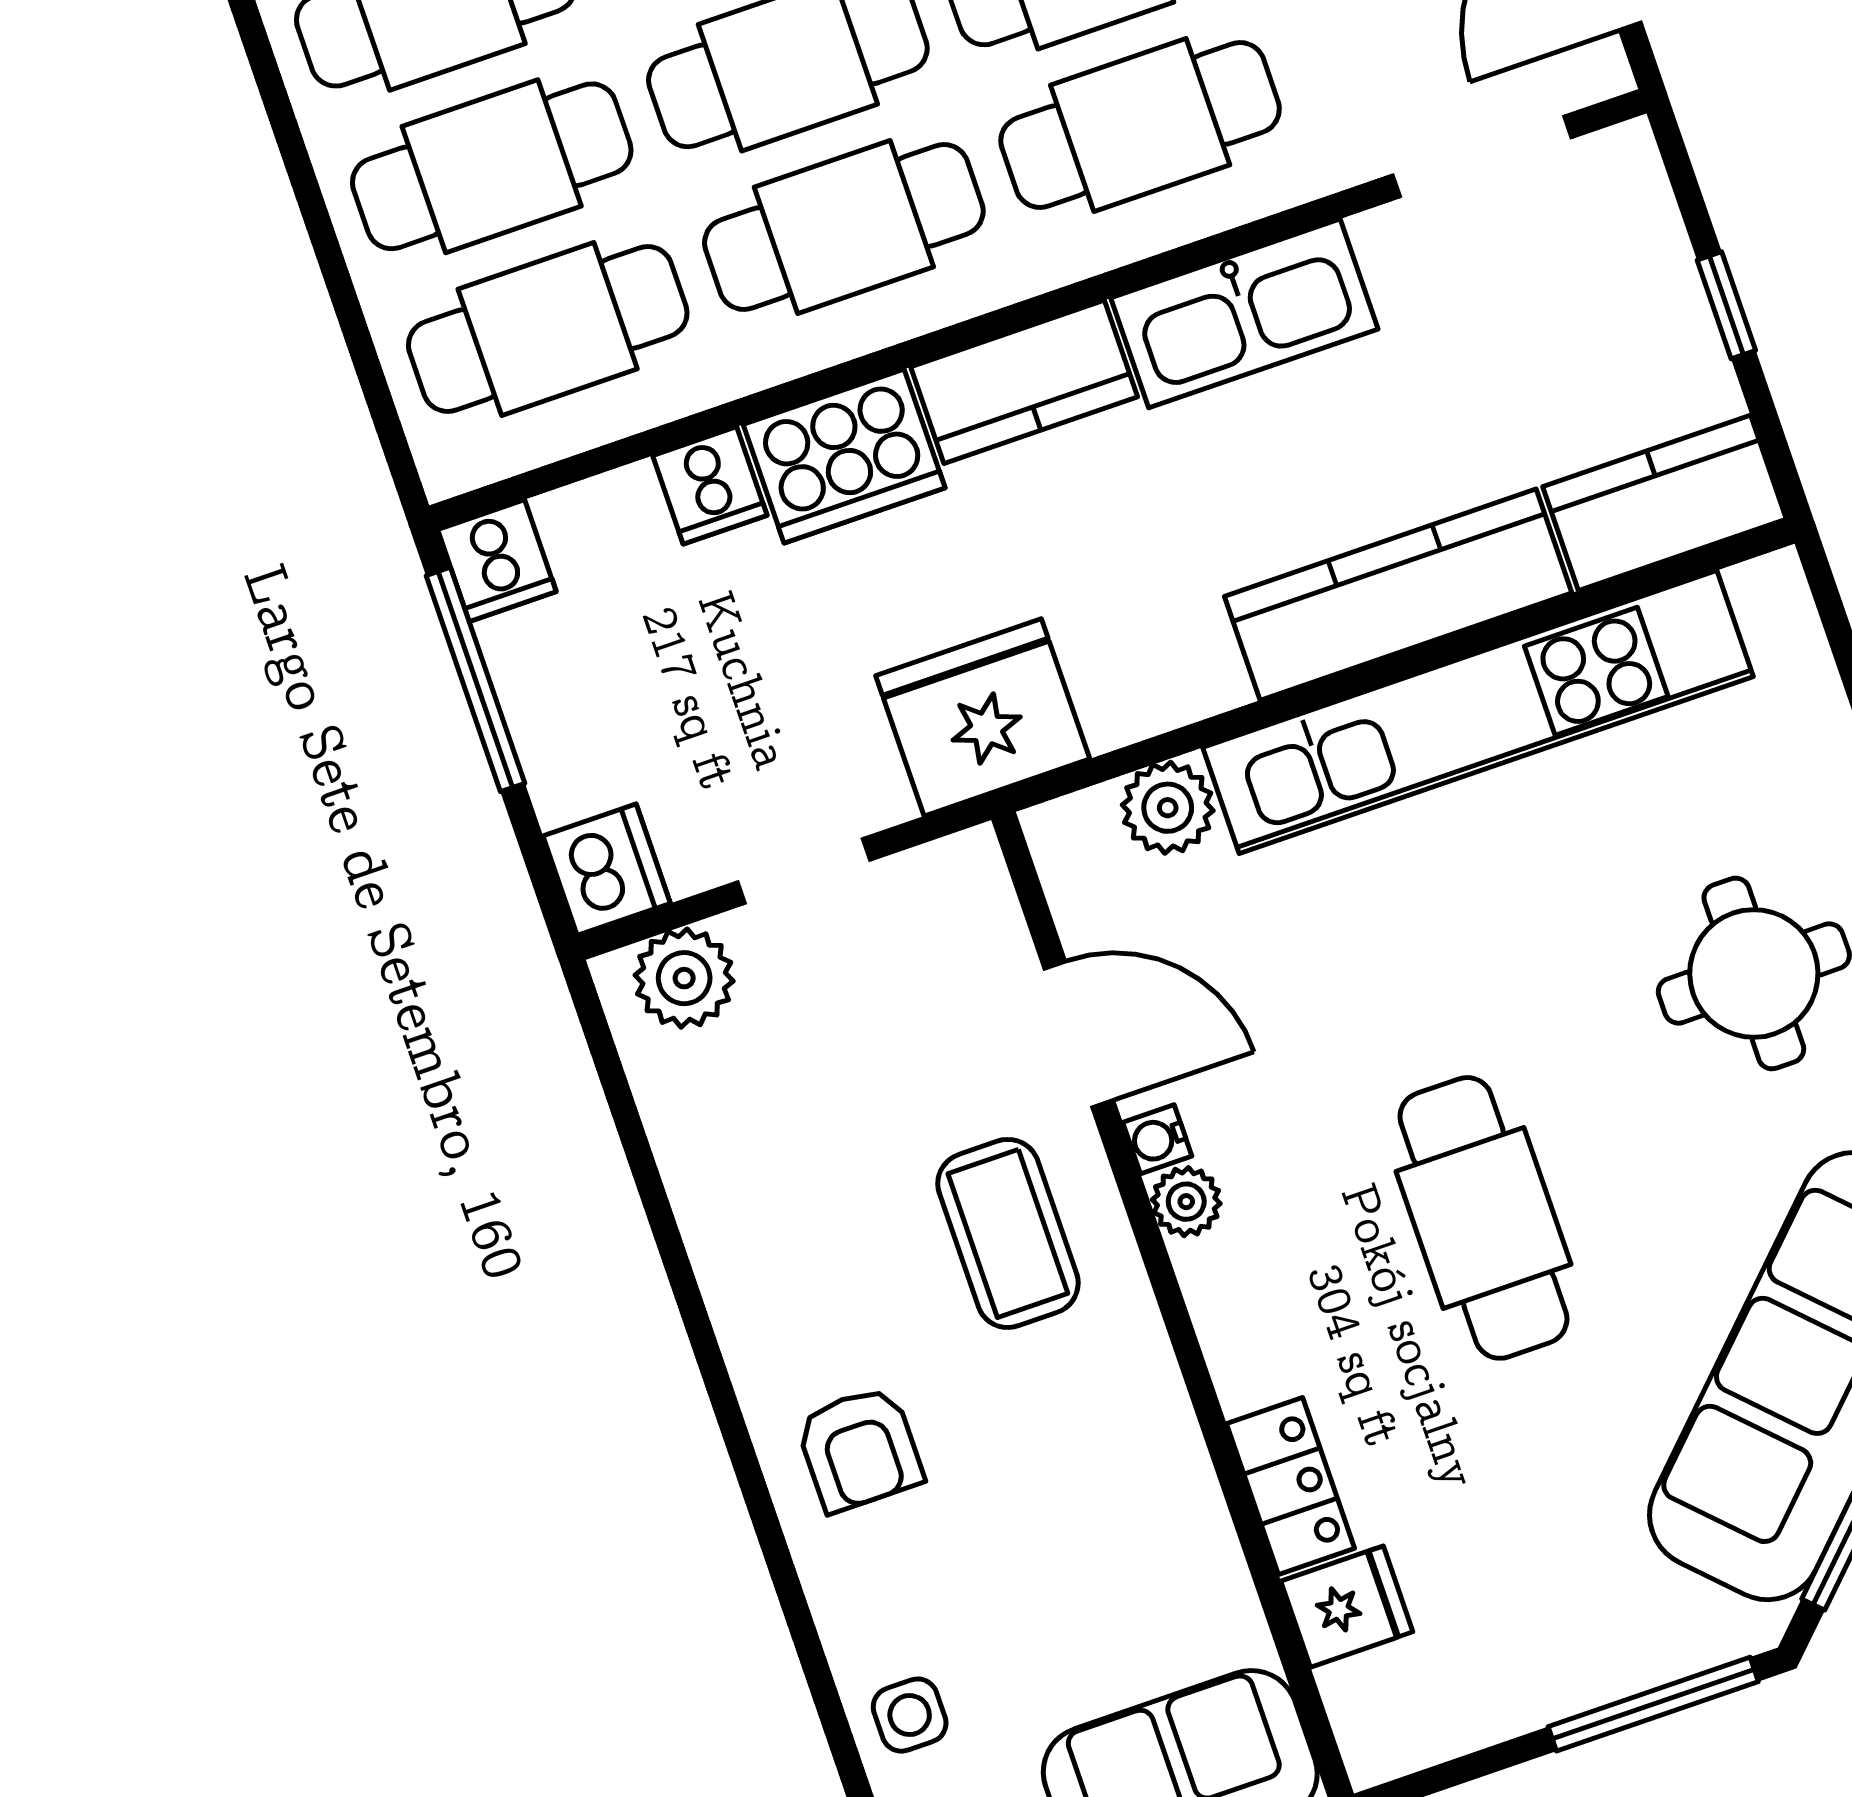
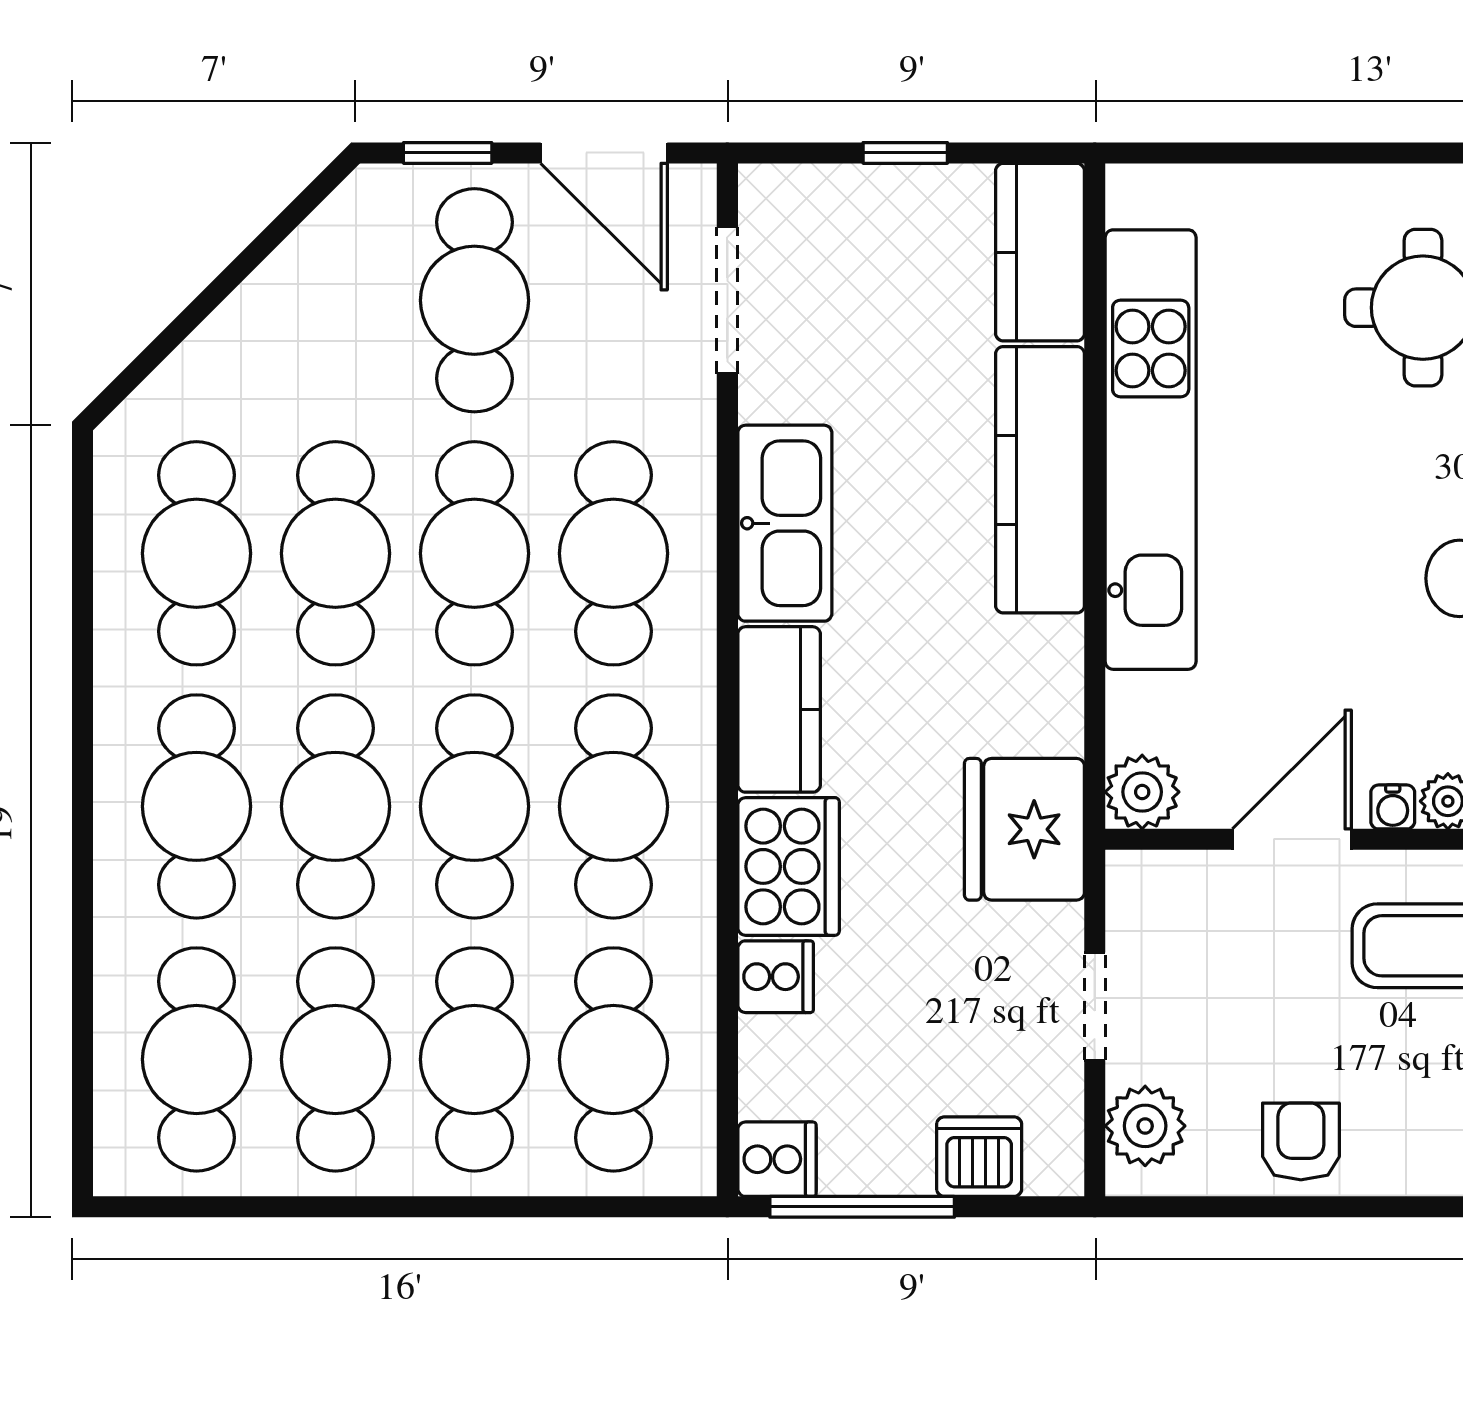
plant: (1168, 808) -> (1142, 792), moved
dishwasher: (607, 870) -> (979, 1157), moved
armchair: (729, 1167) -> (1301, 1141), added

